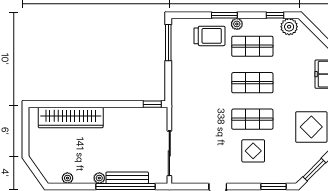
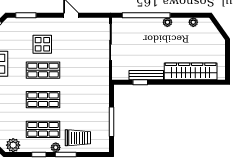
window: (275, 15) -> (39, 154), moved
trolley: (209, 36) -> (78, 138), turned 180
window: (168, 43) -> (111, 122), moved
window: (152, 104) -> (140, 82), moved
bench: (127, 178) -> (146, 75), moved

